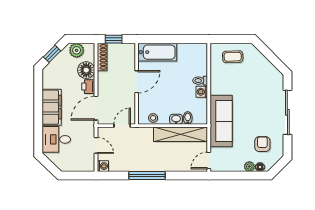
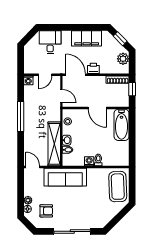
coffee table: (233, 57) -> (118, 187), width x1.86, depth x1.72
floor lamp: (86, 70) -> (107, 67), removed
filing cabinet: (52, 107) -> (87, 38), moved

